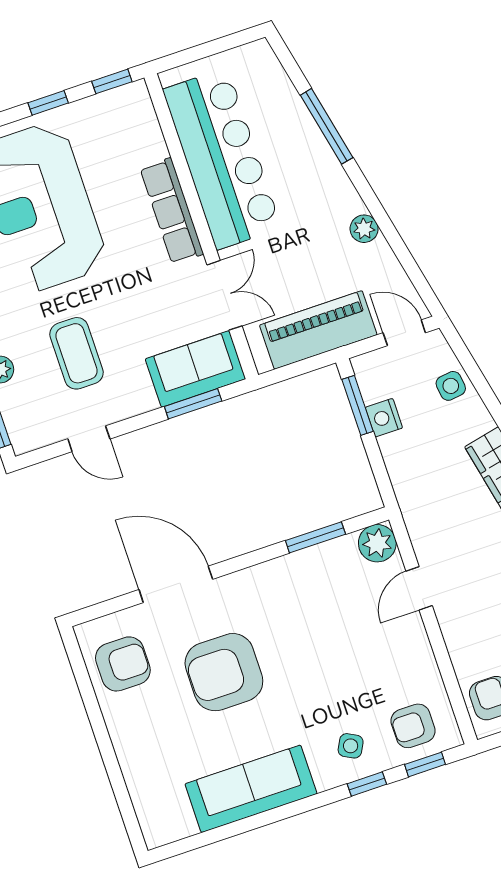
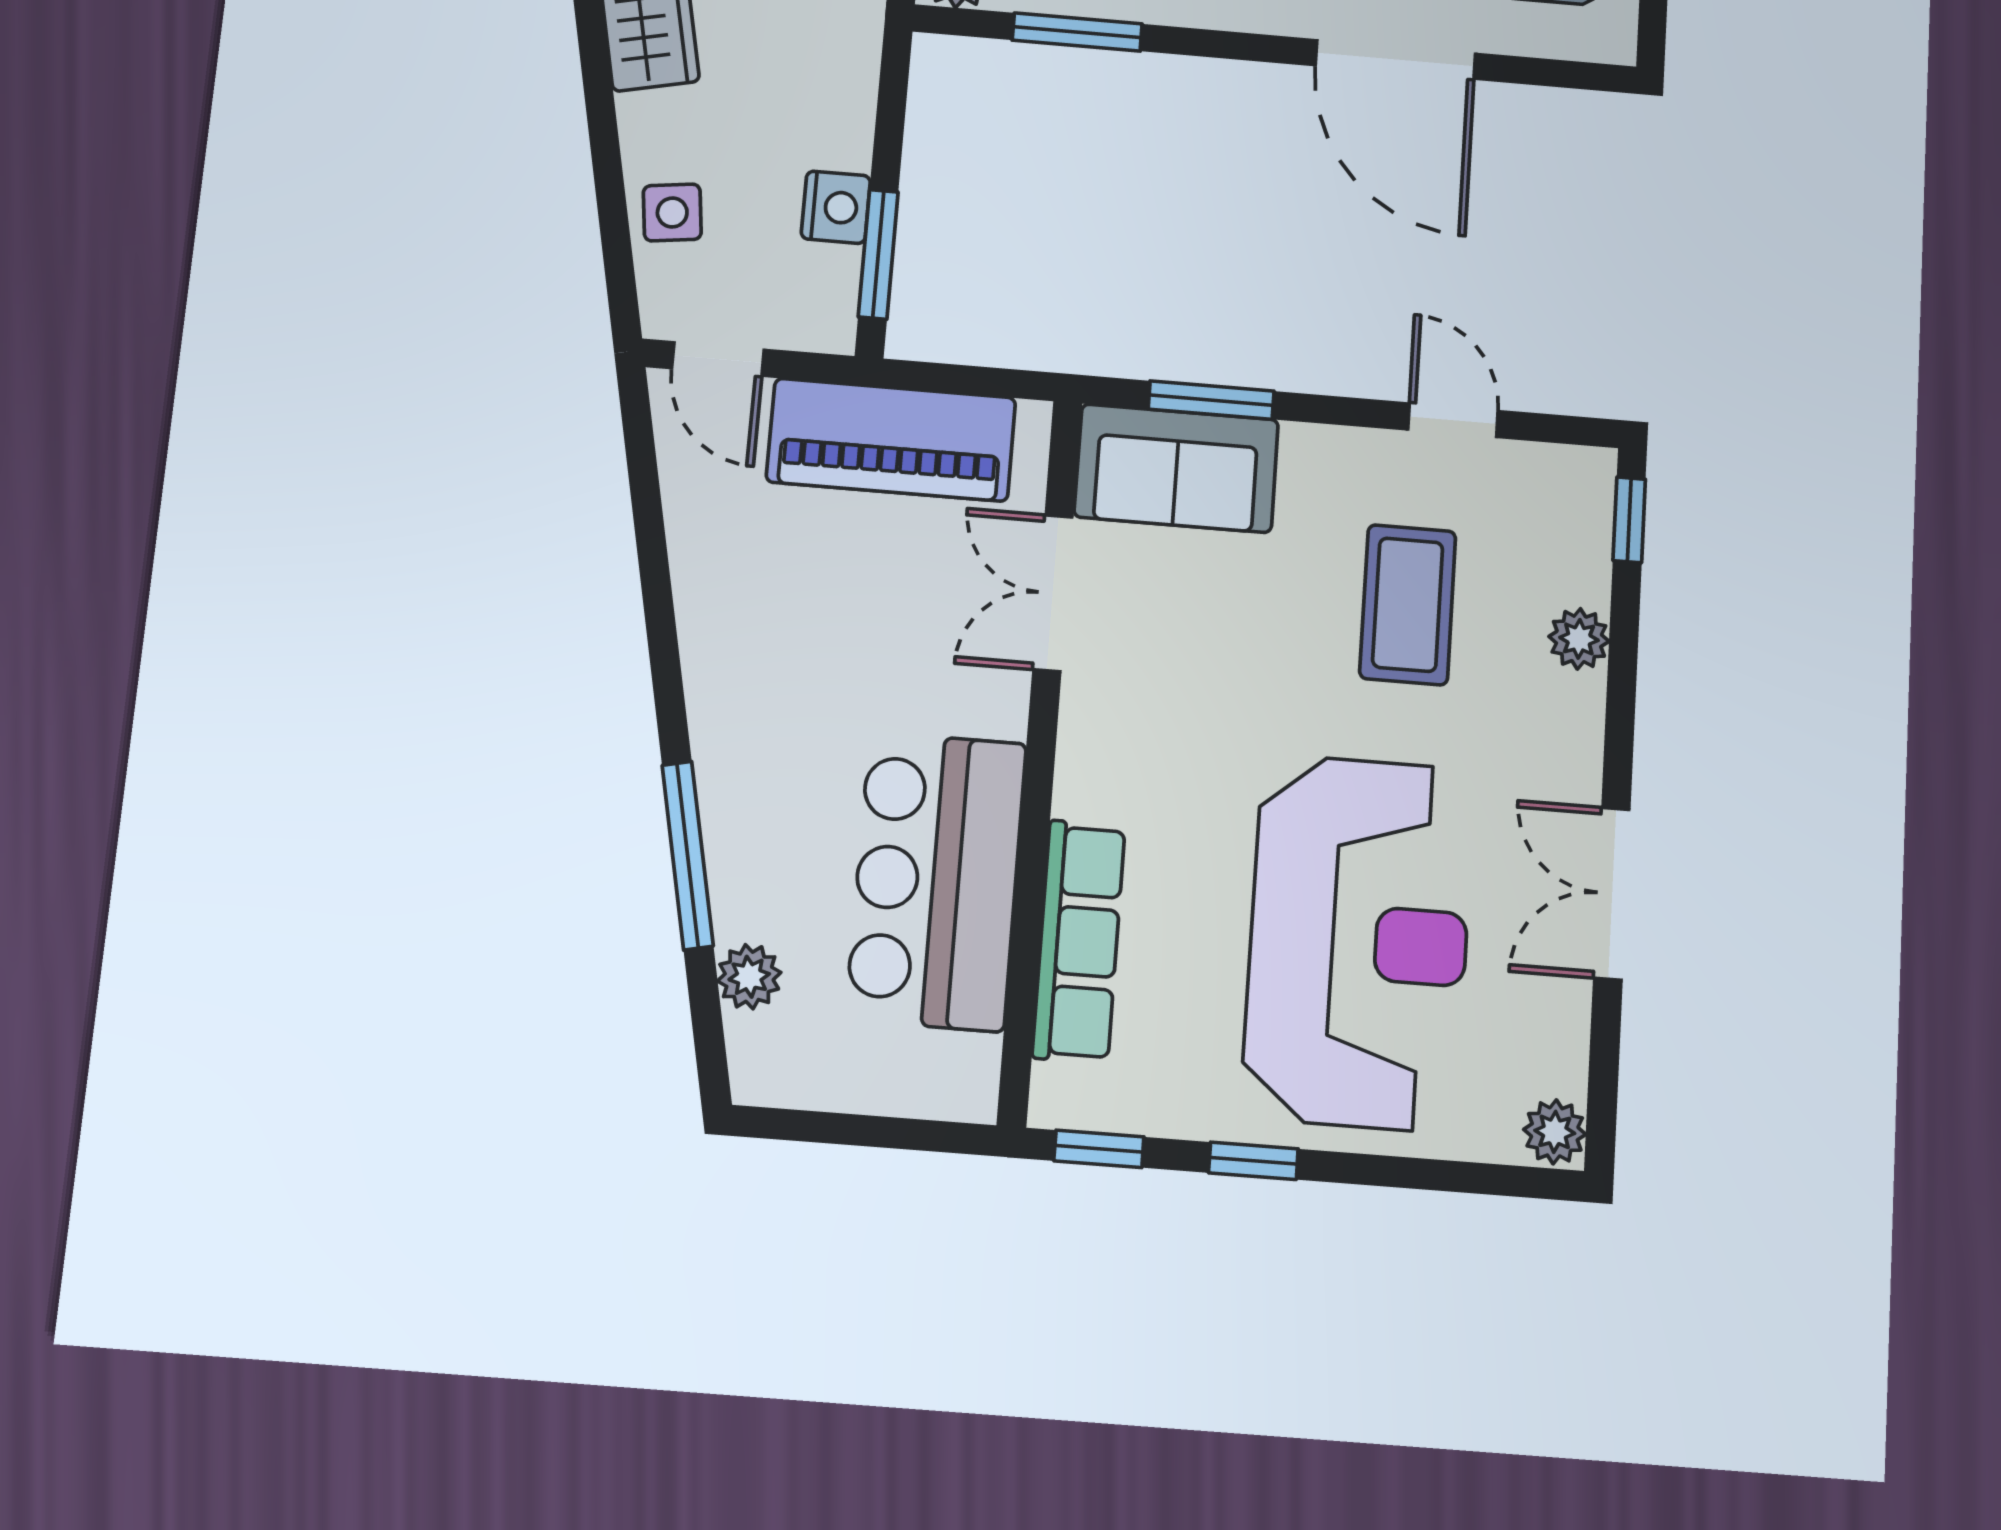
bar counter: (222, 159) -> (936, 881), width x0.73
row of seats: (172, 211) -> (1079, 941), moved
plant: (364, 229) -> (749, 977), moved

